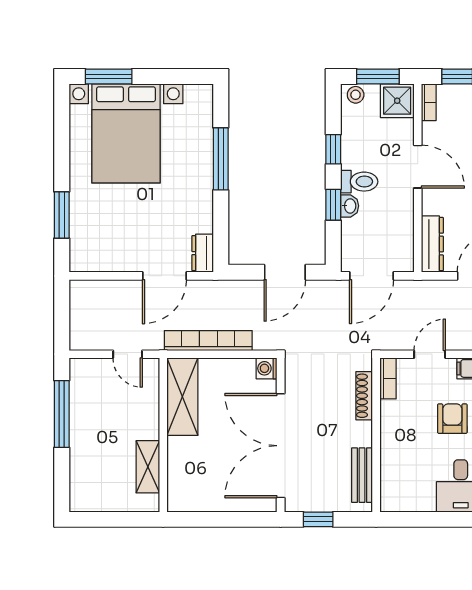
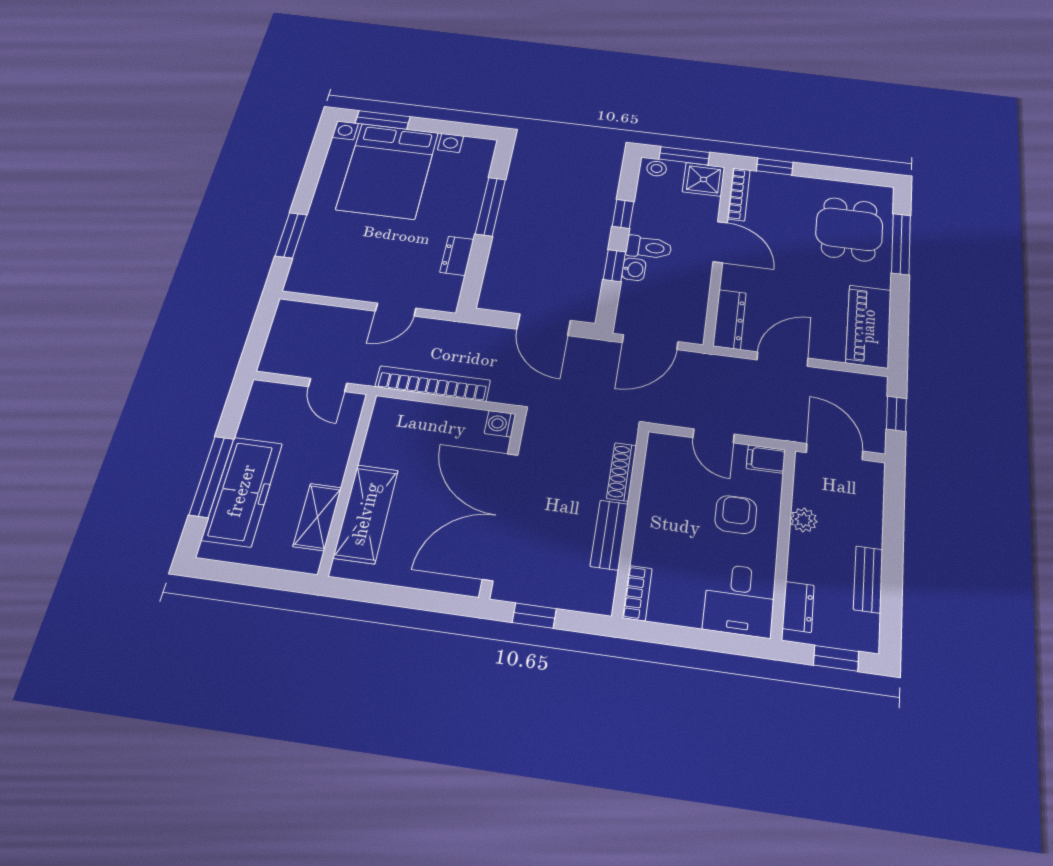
bookcase: (429, 102) -> (739, 194), width x1.56
dresser: (203, 253) -> (457, 256), moved
door: (285, 272) -> (544, 325), hinge flipped
door: (164, 276) -> (396, 310), width x0.73
door: (430, 354) -> (713, 436), swing flipped
bookcase: (388, 378) -> (637, 593), moved
shelving: (182, 397) -> (366, 514), moved
window: (62, 414) -> (212, 477), moved
freezer: (88, 455) -> (242, 491), added
bench: (362, 475) -> (609, 535), moved

